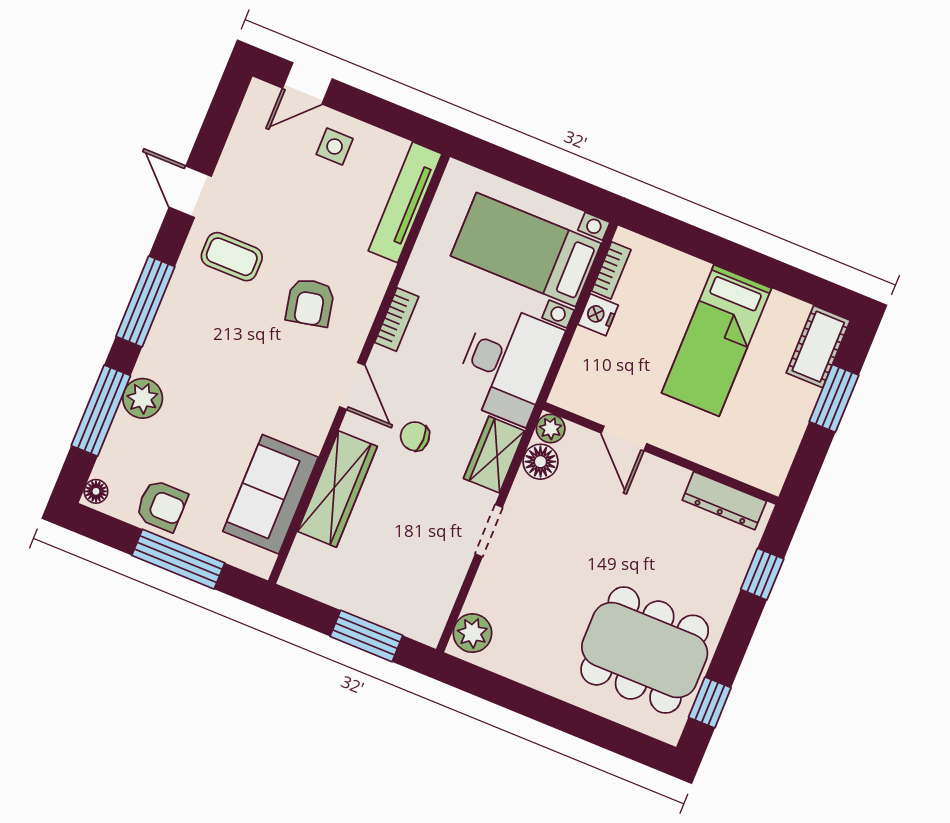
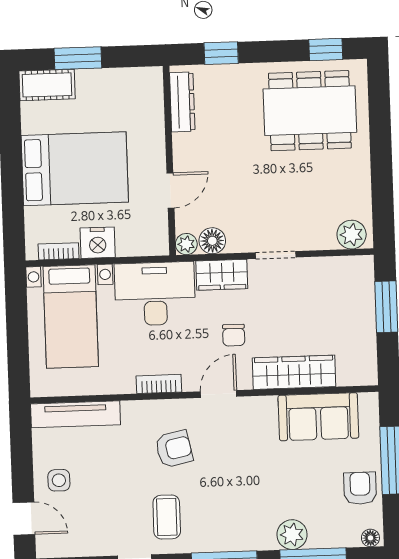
nightstand: (598, 315) -> (98, 243), width x1.36, depth x1.33
bed: (716, 341) -> (75, 169), width x1.50
dining table: (645, 650) -> (310, 111), turned 90

